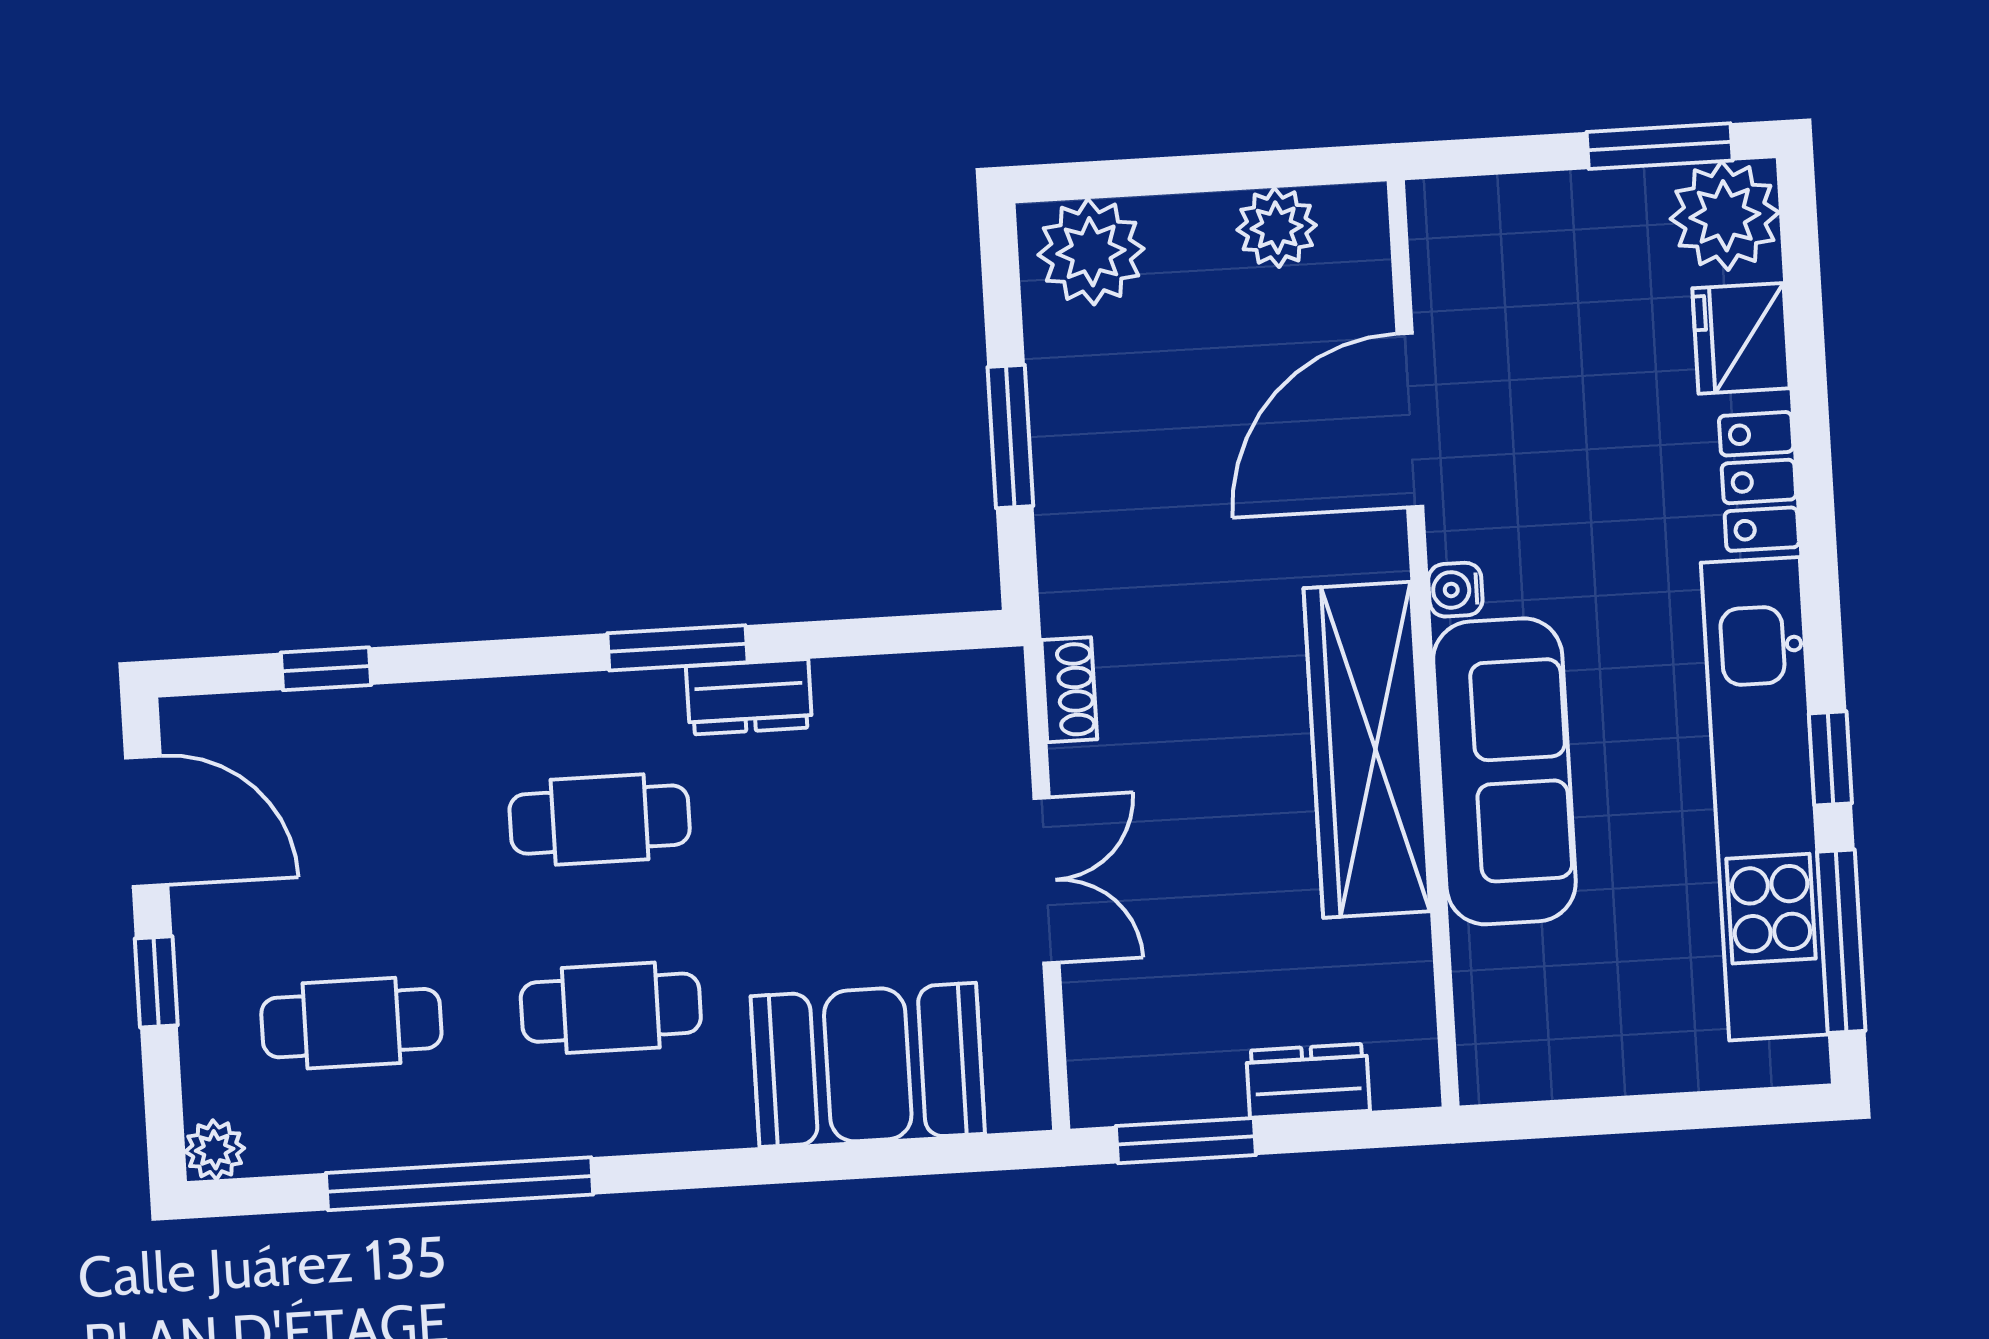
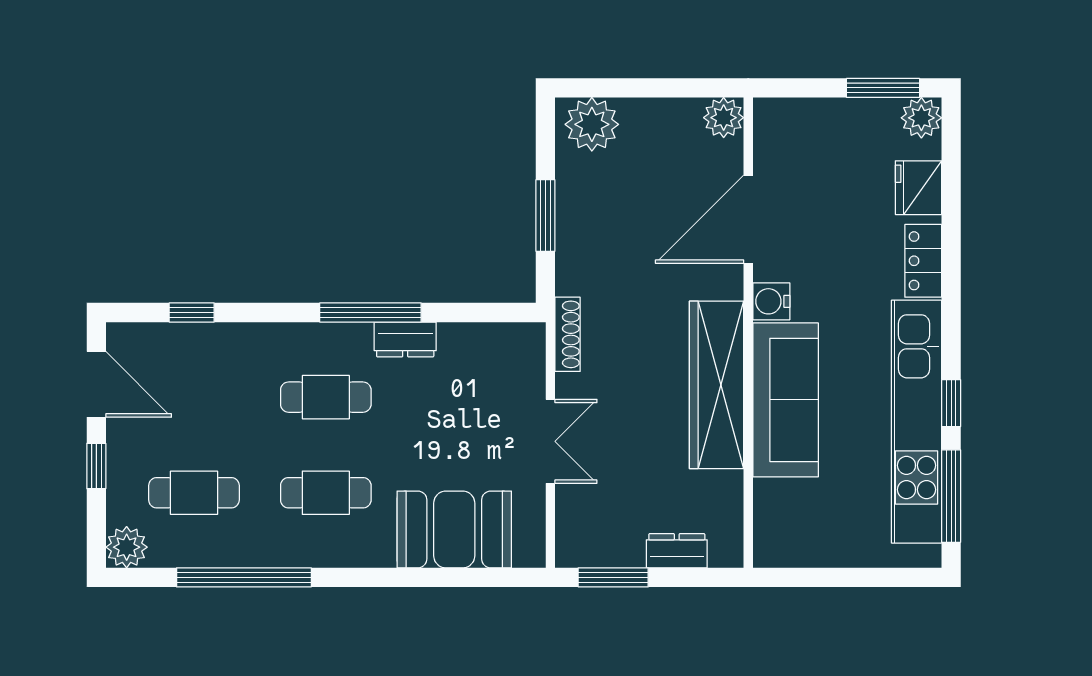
plant: (1725, 216) -> (921, 118), width x0.73, depth x0.73
plant: (1277, 227) -> (724, 118), moved
water cooler: (1455, 590) -> (771, 301), width x1.38, depth x1.38
window: (677, 648) -> (370, 312), width x1.44
shoe rack: (1069, 690) -> (568, 334), width x1.43
plant: (215, 1150) -> (127, 547), width x1.38, depth x1.38

